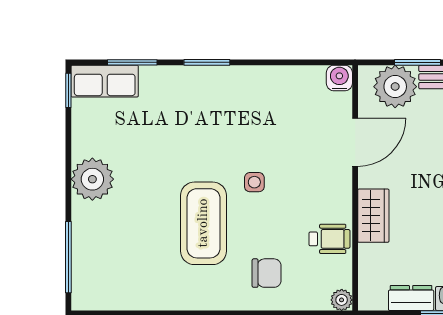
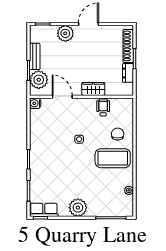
row of seats: (105, 81) -> (44, 210), moved, turned -90
coffee table: (203, 223) -> (113, 158), moved
plant: (342, 300) -> (129, 190), moved

